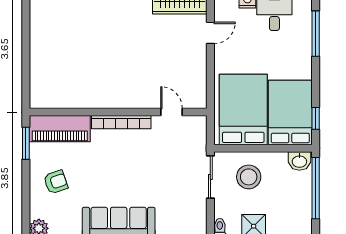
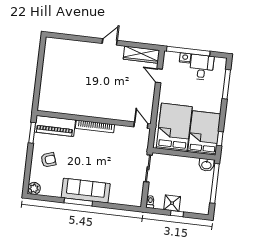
door: (210, 33) -> (159, 76), swing flipped
door: (172, 112) -> (141, 125), moved
stool: (249, 177) -> (173, 171), removed

